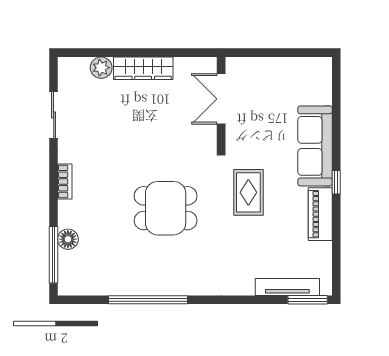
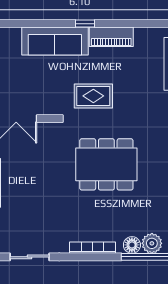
bookcase: (65, 181) -> (93, 248), width x1.56
dining table: (166, 208) -> (106, 164), width x1.38
plant: (70, 263) -> (152, 243), added

